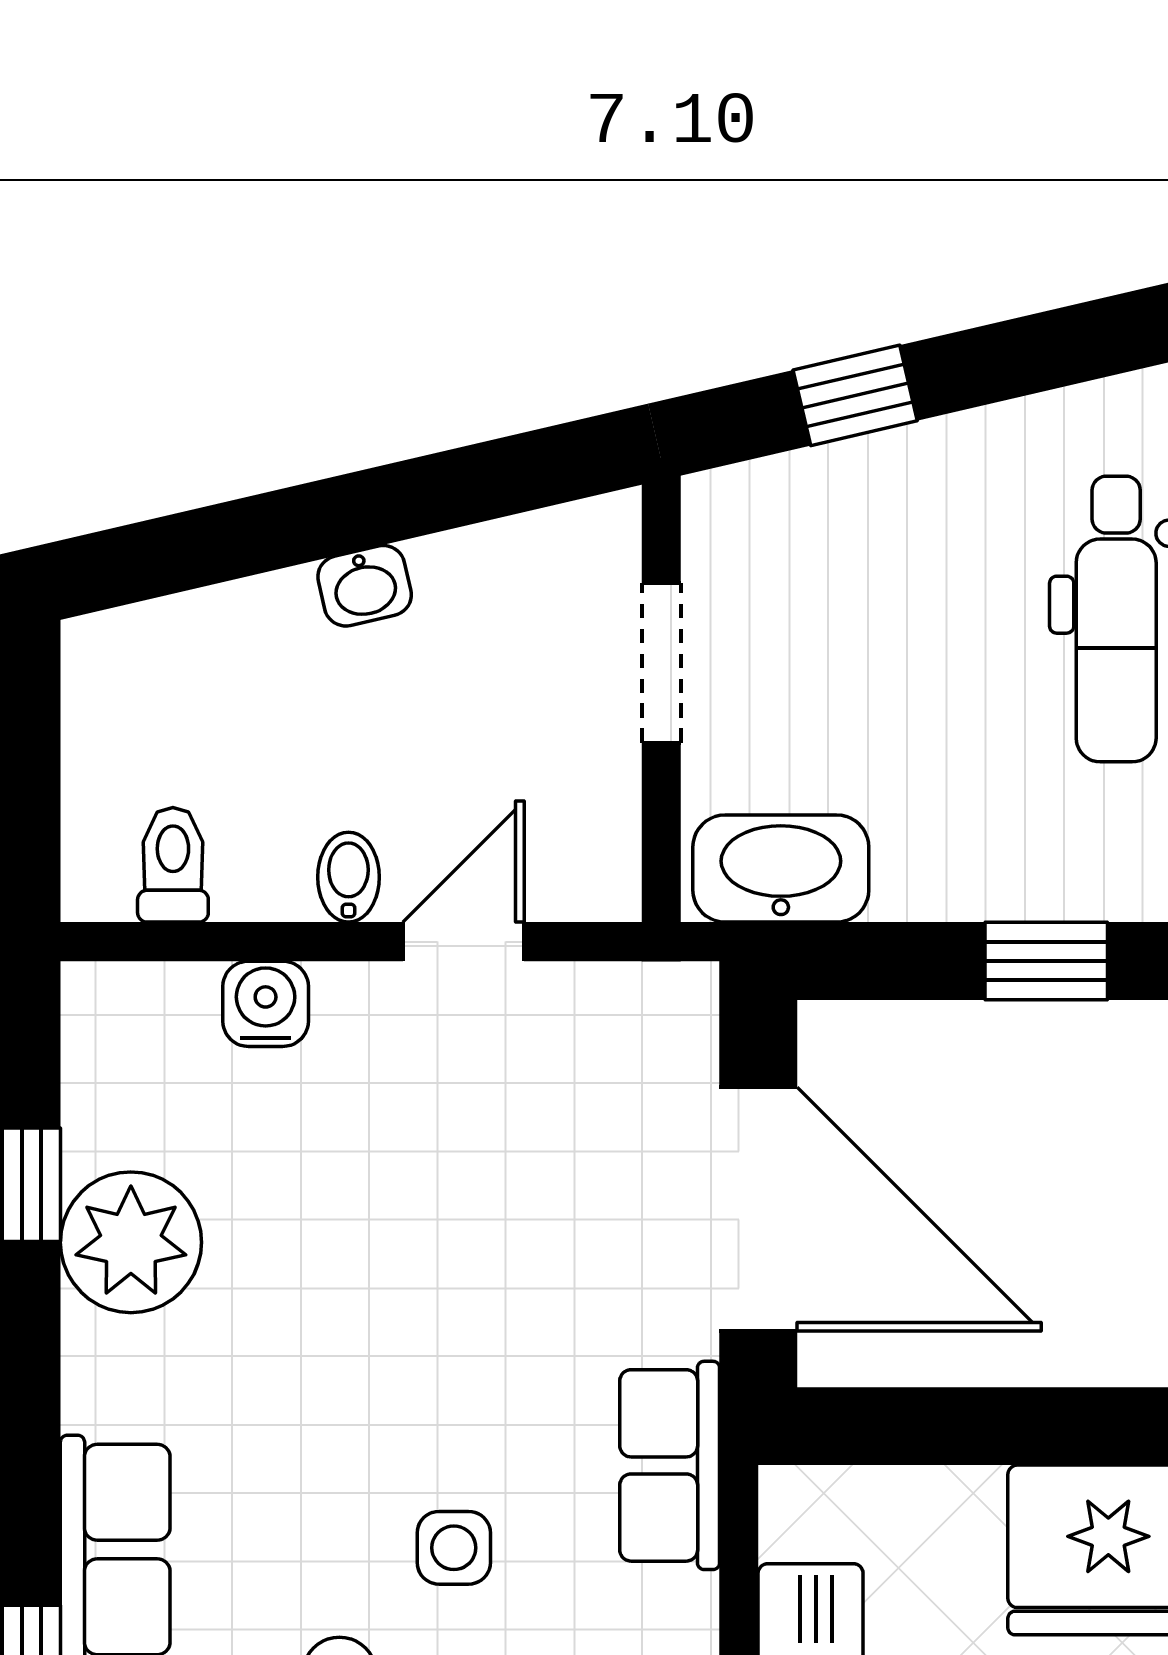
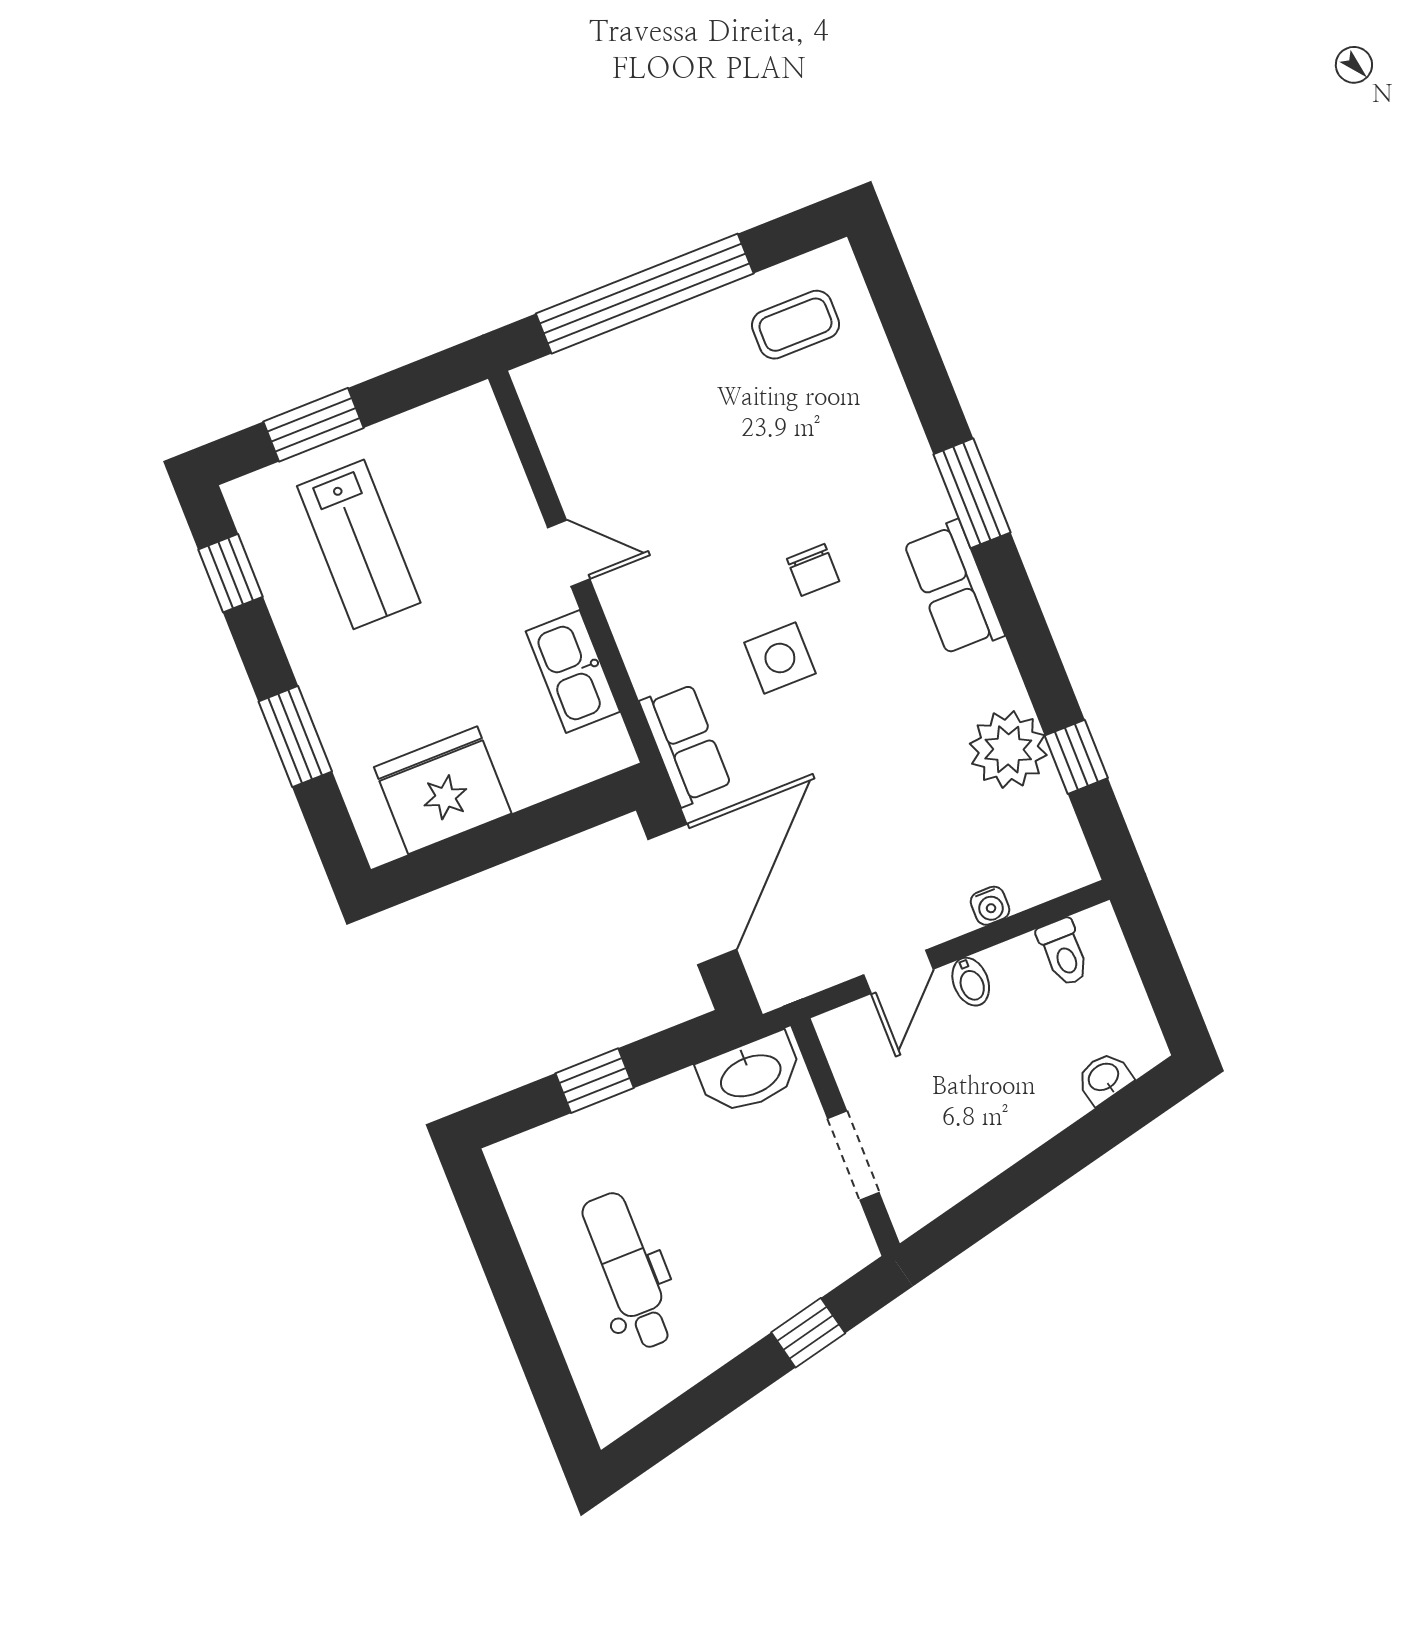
washbasin: (365, 586) -> (1104, 1078), moved
water cooler: (266, 1004) -> (990, 906), width x0.72, depth x0.72
door: (758, 1209) -> (692, 894), swing flipped
side table: (454, 1548) -> (780, 658), width x1.37, depth x1.37

